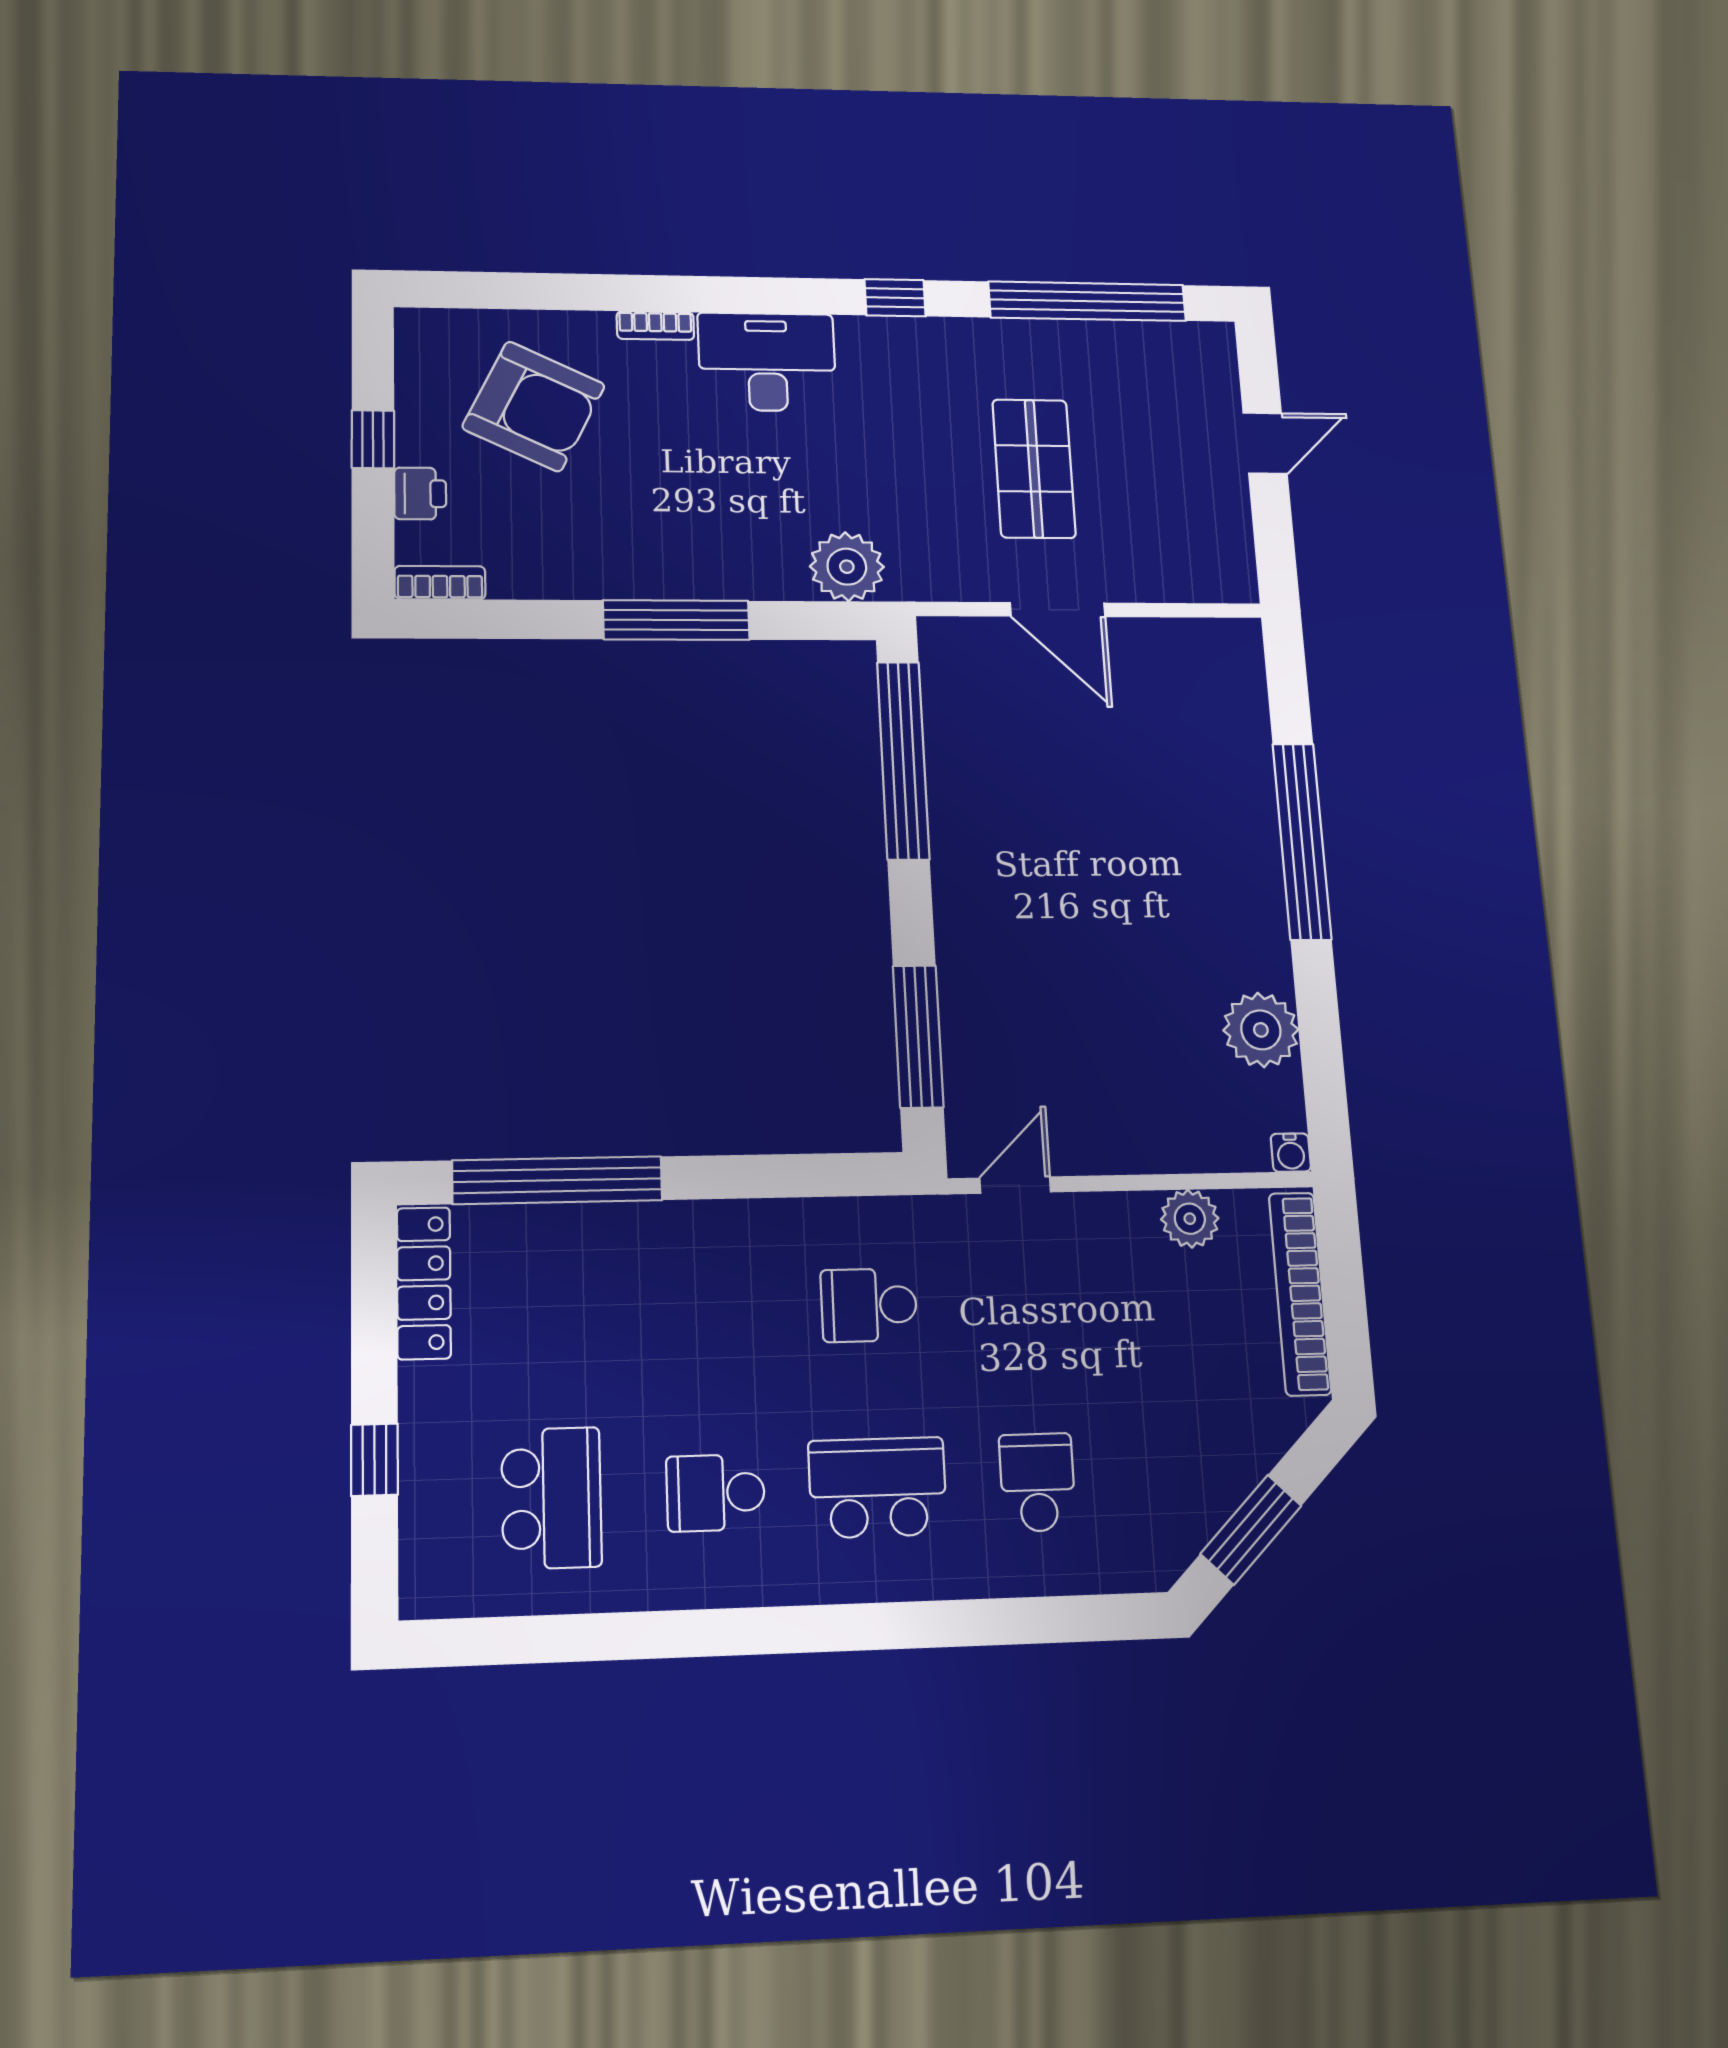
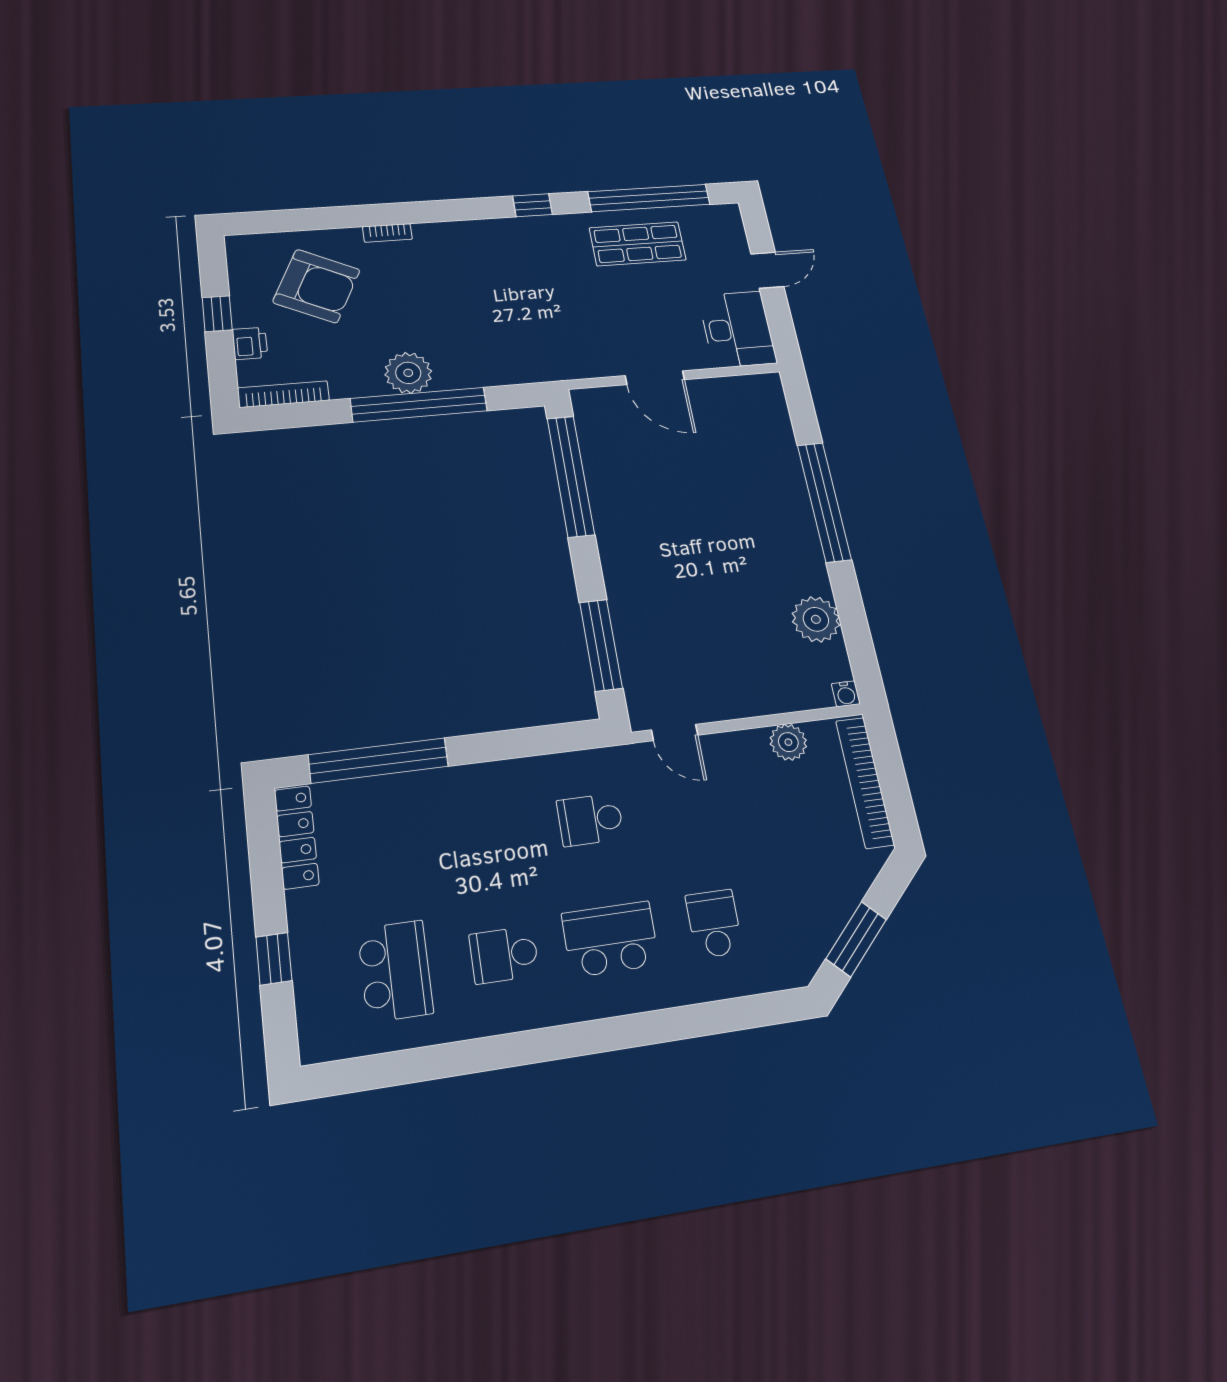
desk: (767, 362) -> (737, 329), moved, turned 90
shop shelf: (1034, 469) -> (638, 244), moved, turned 90
plant: (847, 567) -> (408, 373), moved
bookcase: (440, 583) -> (283, 394), width x1.56
window: (676, 620) -> (419, 405), width x1.46
door: (1015, 1185) -> (675, 732), swing flipped

